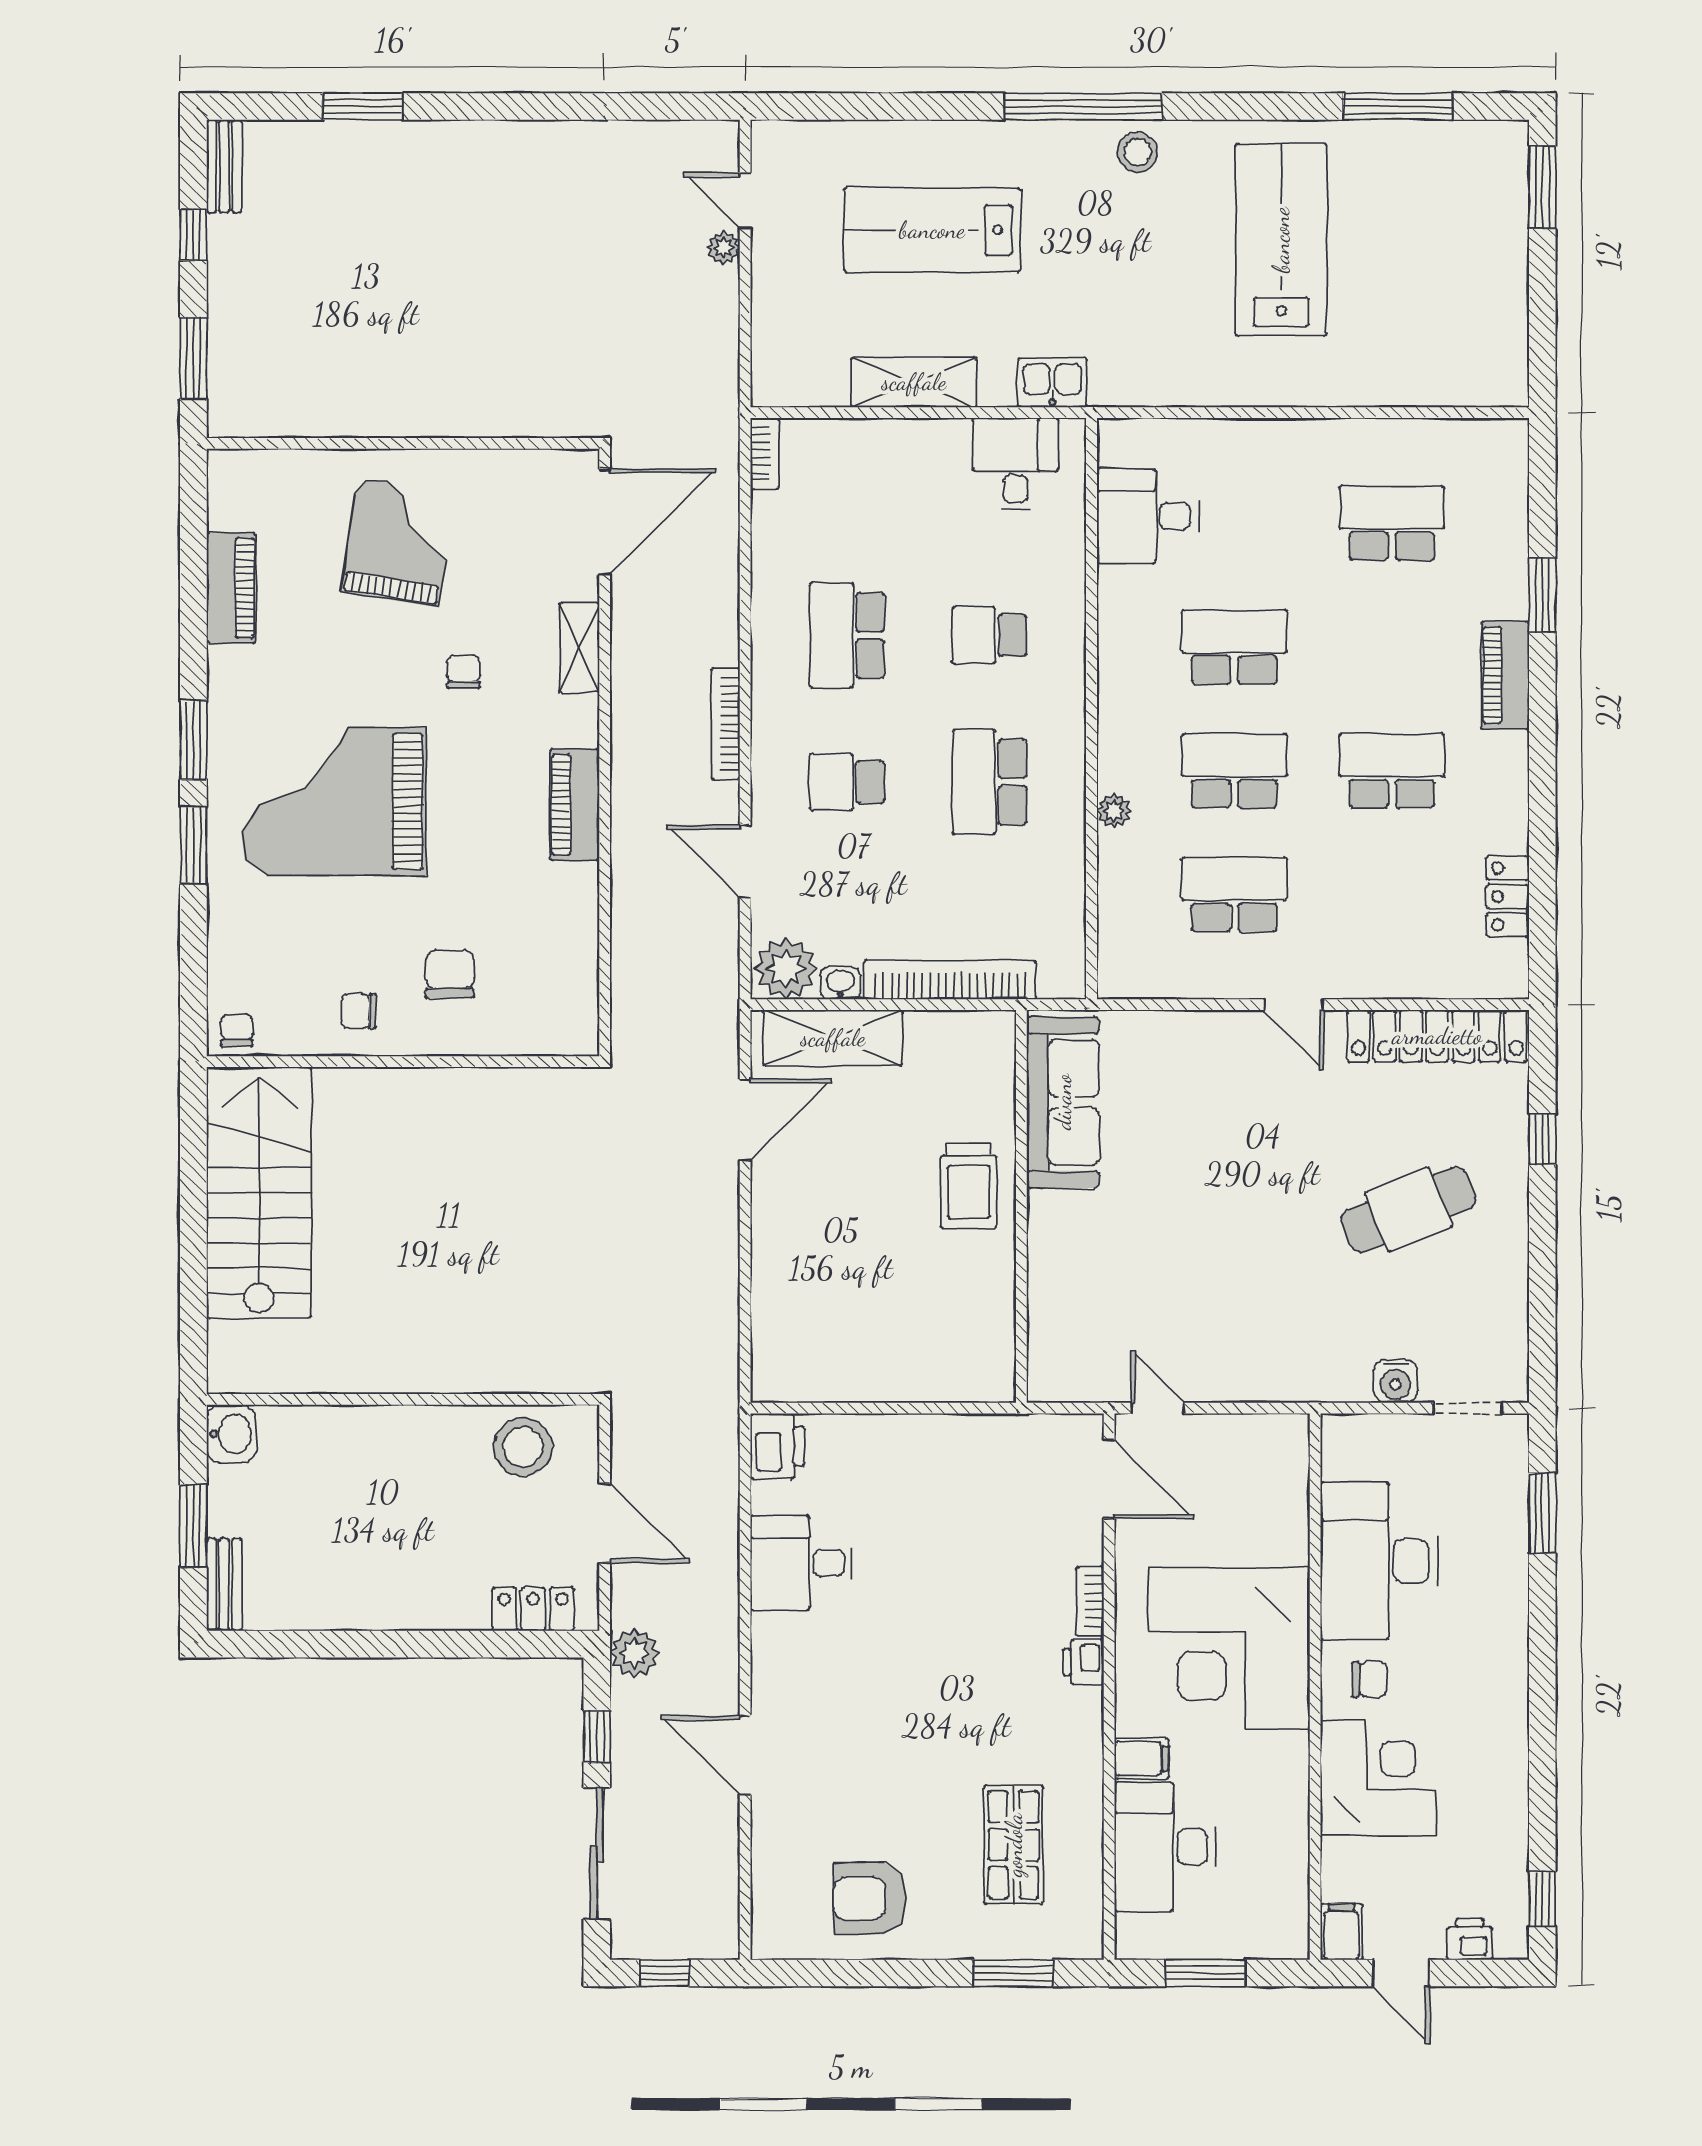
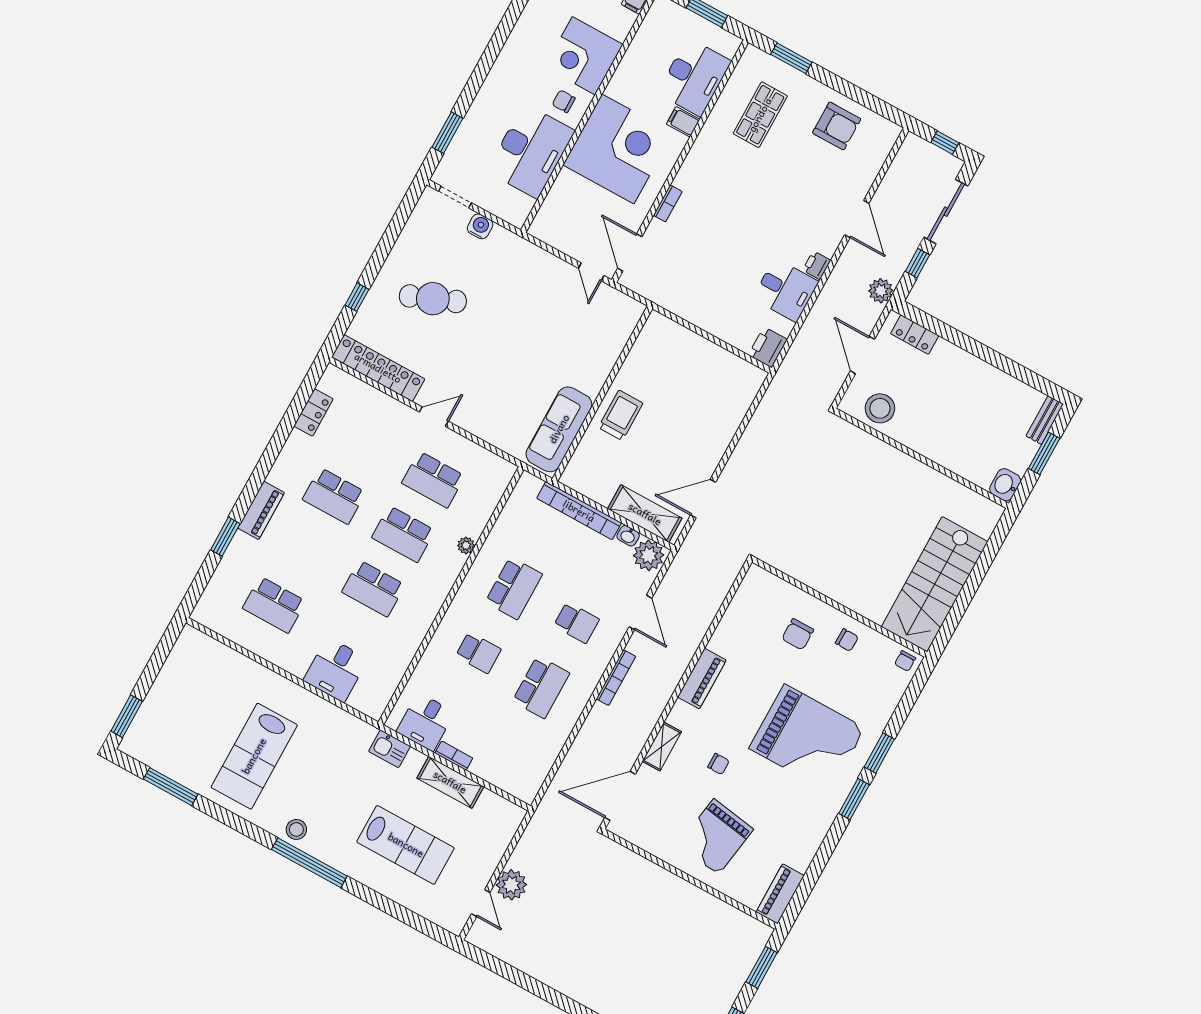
plant: (723, 248) -> (511, 885), width x1.88, depth x1.88
bookcase: (765, 454) -> (454, 756), moved, turned 90
desk: (1148, 516) -> (336, 670), moved, turned 90
piano: (231, 588) -> (780, 894), moved
chair: (464, 672) -> (719, 764), turned -90
door: (1294, 1005) -> (434, 417), hinge flipped
printer: (1083, 1662) -> (817, 265), moved, turned 180

